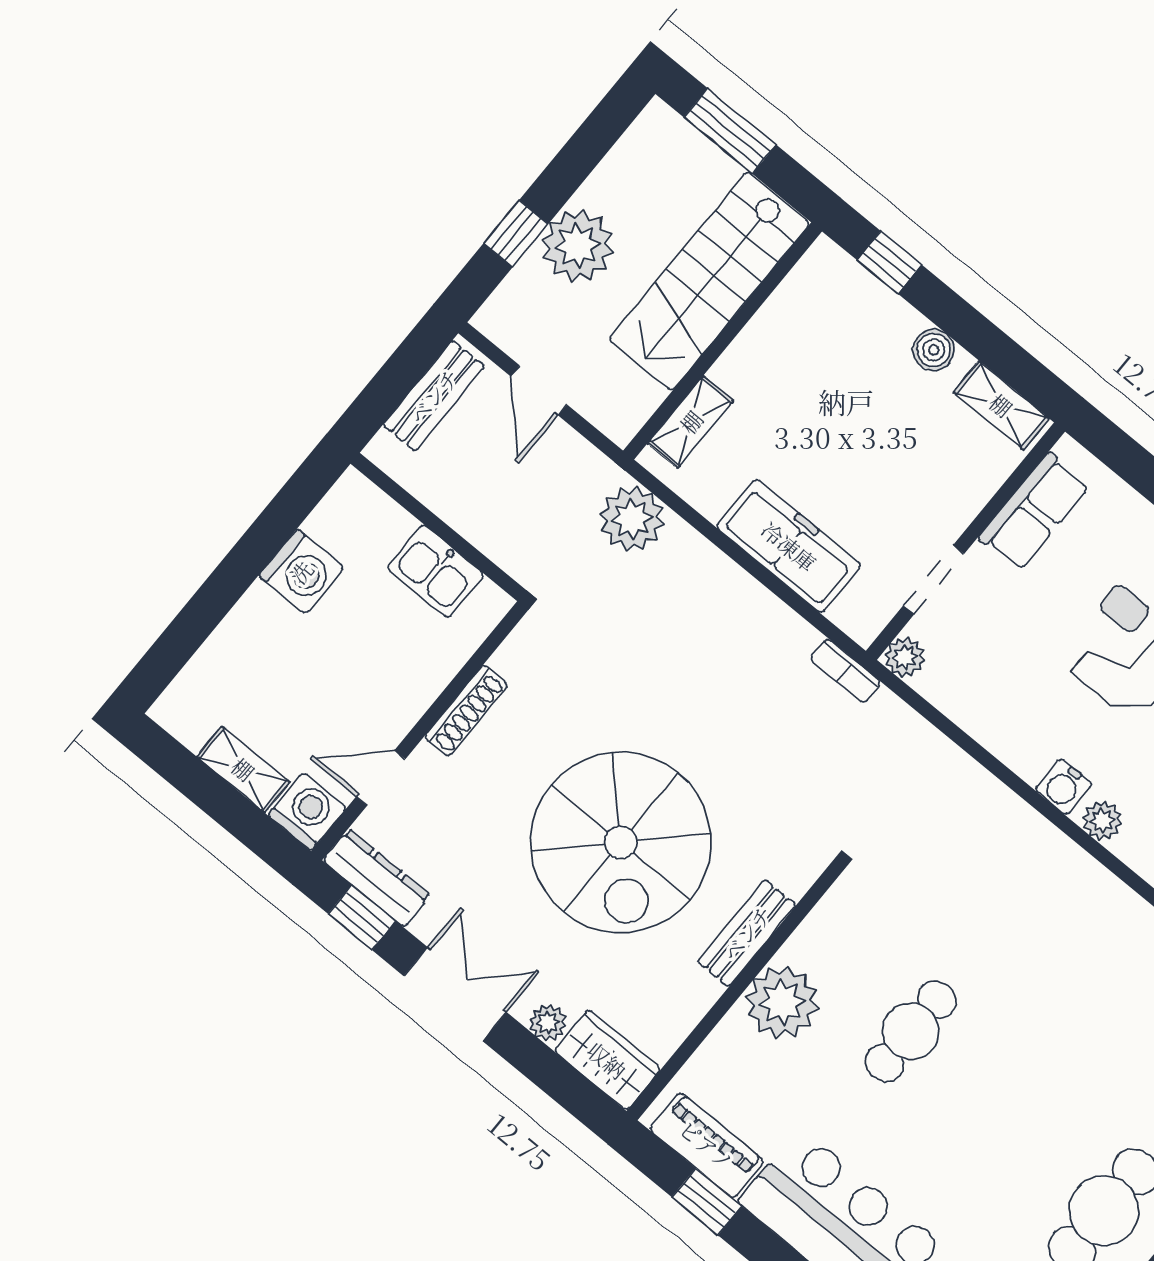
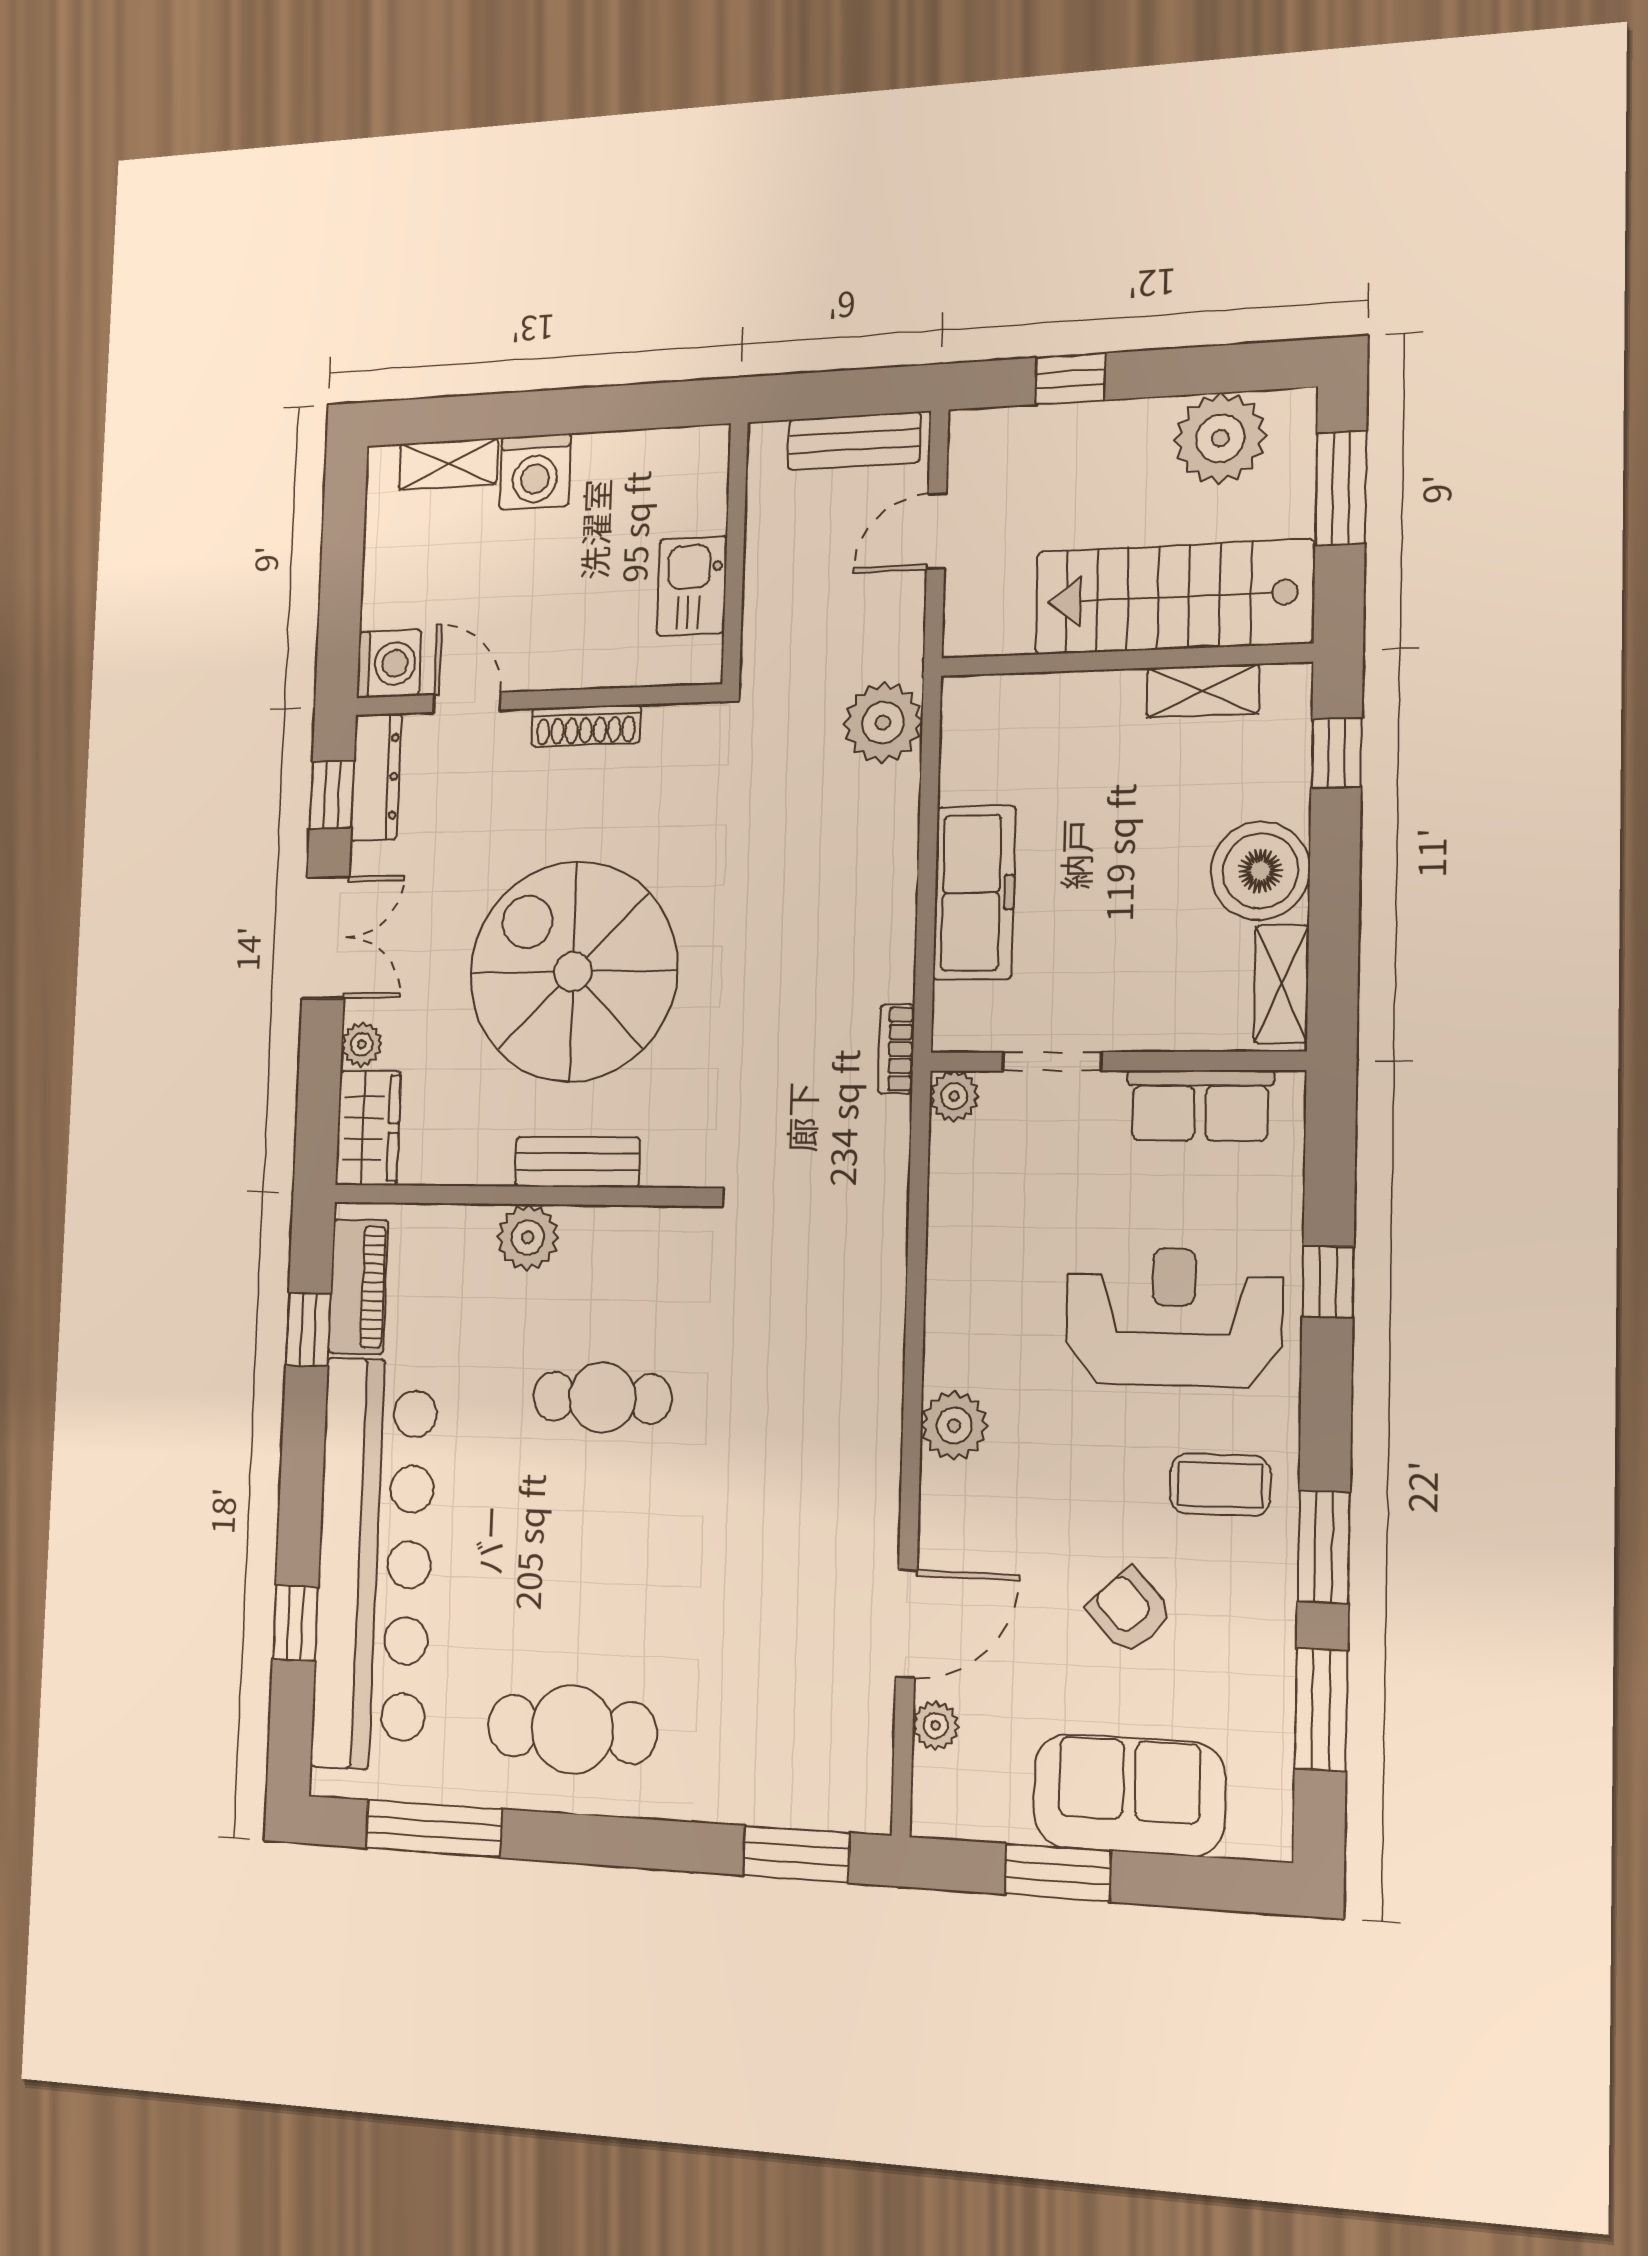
plant: (578, 246) -> (1220, 438), moved
boiler: (934, 350) -> (1260, 871), width x1.86, depth x1.86
shelving: (691, 422) -> (1203, 691), moved
washing machine: (301, 572) -> (535, 472), moved
shelving: (243, 769) -> (448, 464), moved, turned 90
water cooler: (1063, 787) -> (948, 1359), removed
plant: (1102, 821) -> (954, 1426), width x1.38, depth x1.38
spiral stairs: (621, 842) -> (573, 972), turned 90
plant: (782, 1002) -> (528, 1237), width x0.73, depth x0.73

